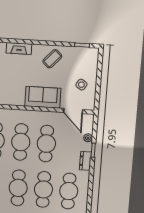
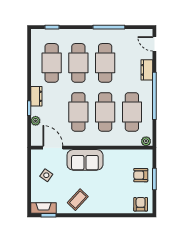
fireplace: (19, 48) -> (44, 208), moved

